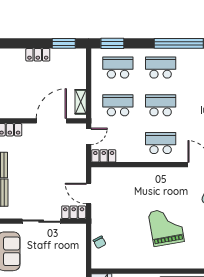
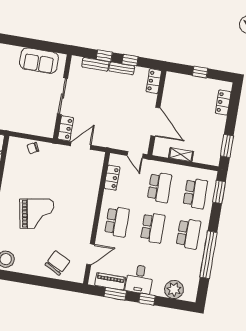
locker: (38, 55) -> (223, 103), moved
shelving: (81, 102) -> (181, 155), moved
locker: (104, 156) -> (112, 178), moved

